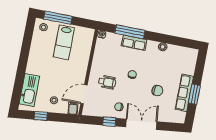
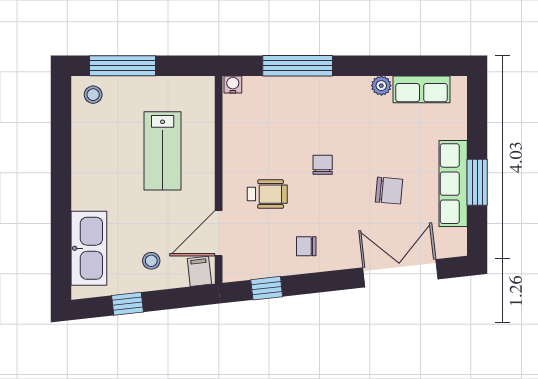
lab bench: (64, 42) -> (163, 151), moved
row of seats: (134, 43) -> (422, 89), moved
window: (109, 122) -> (267, 288), moved
double door: (141, 124) -> (400, 273), moved

